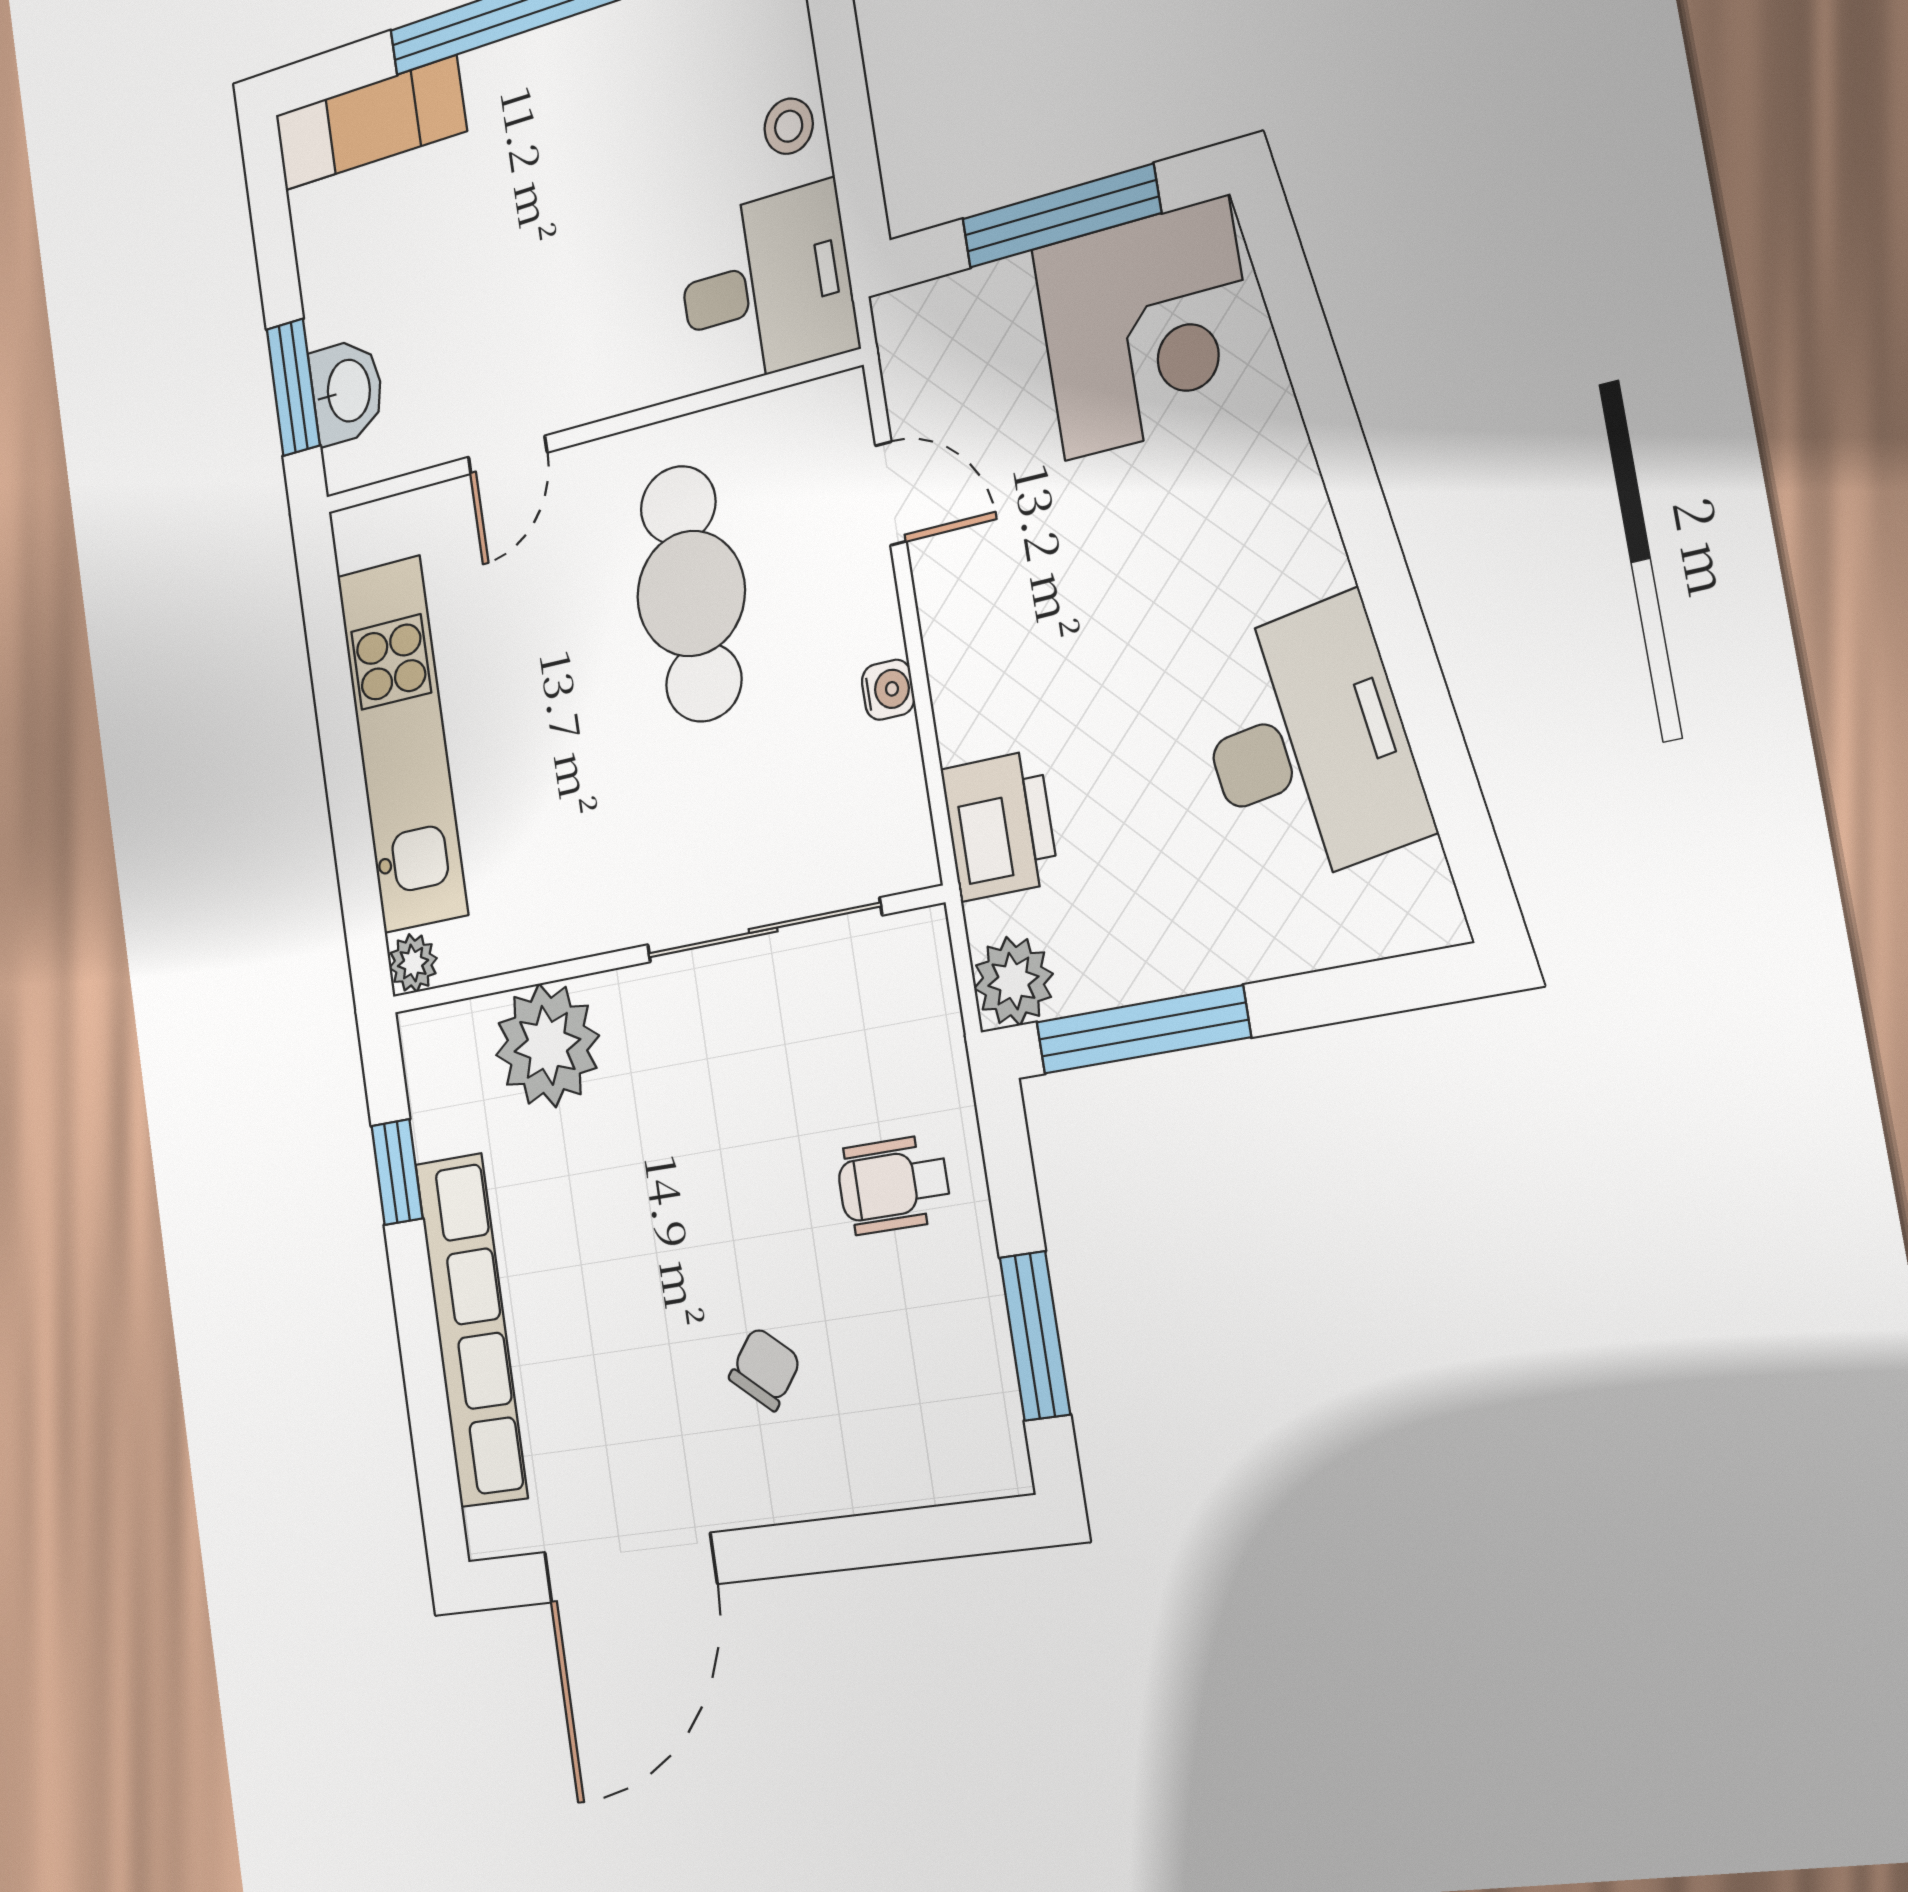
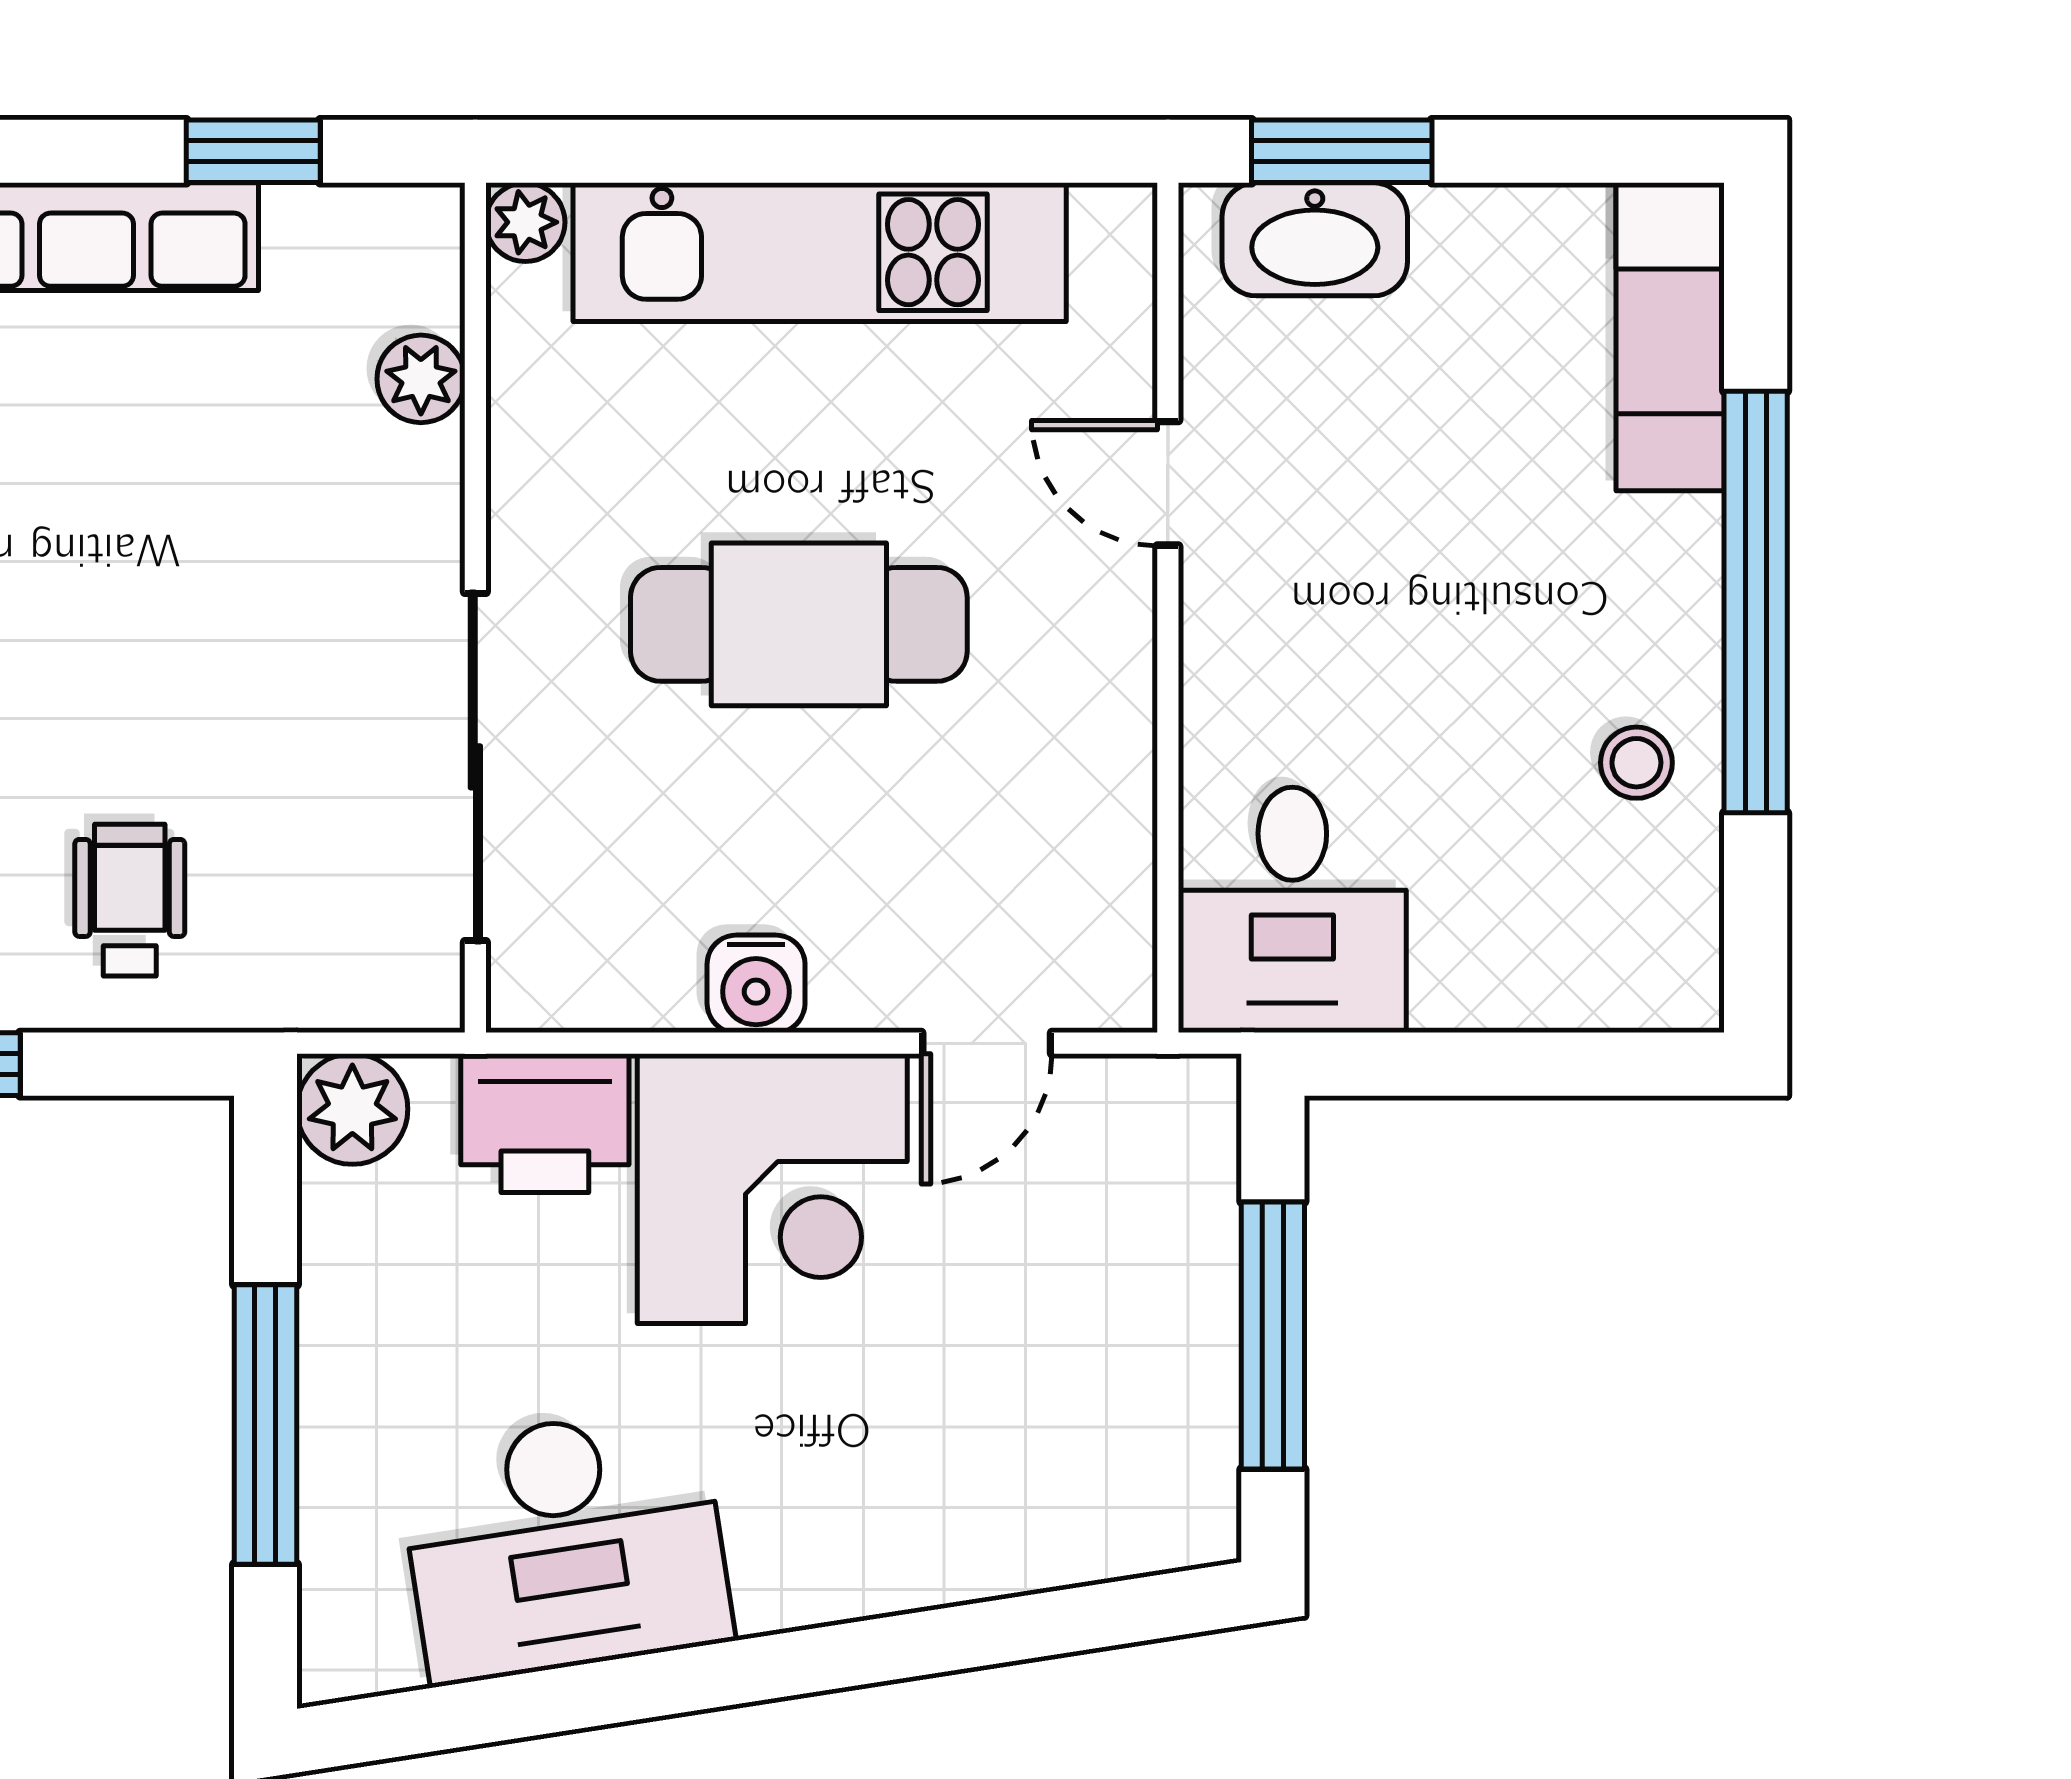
stool: (789, 126) -> (1636, 763), moved
corner desk: (1146, 329) -> (772, 1189), moved, turned -90
washbasin: (347, 391) -> (1315, 239), width x1.38
cafe table: (691, 593) -> (799, 624), moved
water cooler: (888, 690) -> (756, 984), width x1.38, depth x1.38
window: (1143, 1030) -> (265, 1424), moved
plant: (547, 1045) -> (421, 379), width x0.53, depth x0.53

